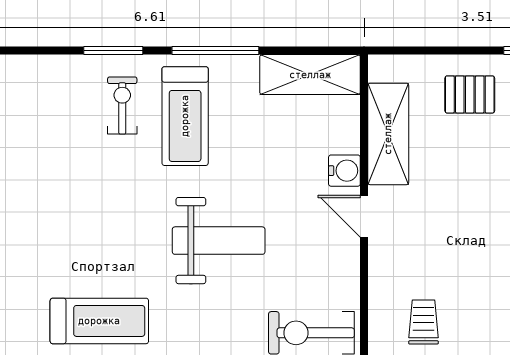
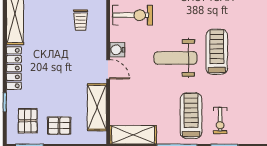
water cooler: (344, 171) -> (117, 50), moved
treadmill: (99, 321) -> (217, 52), moved, turned 90

